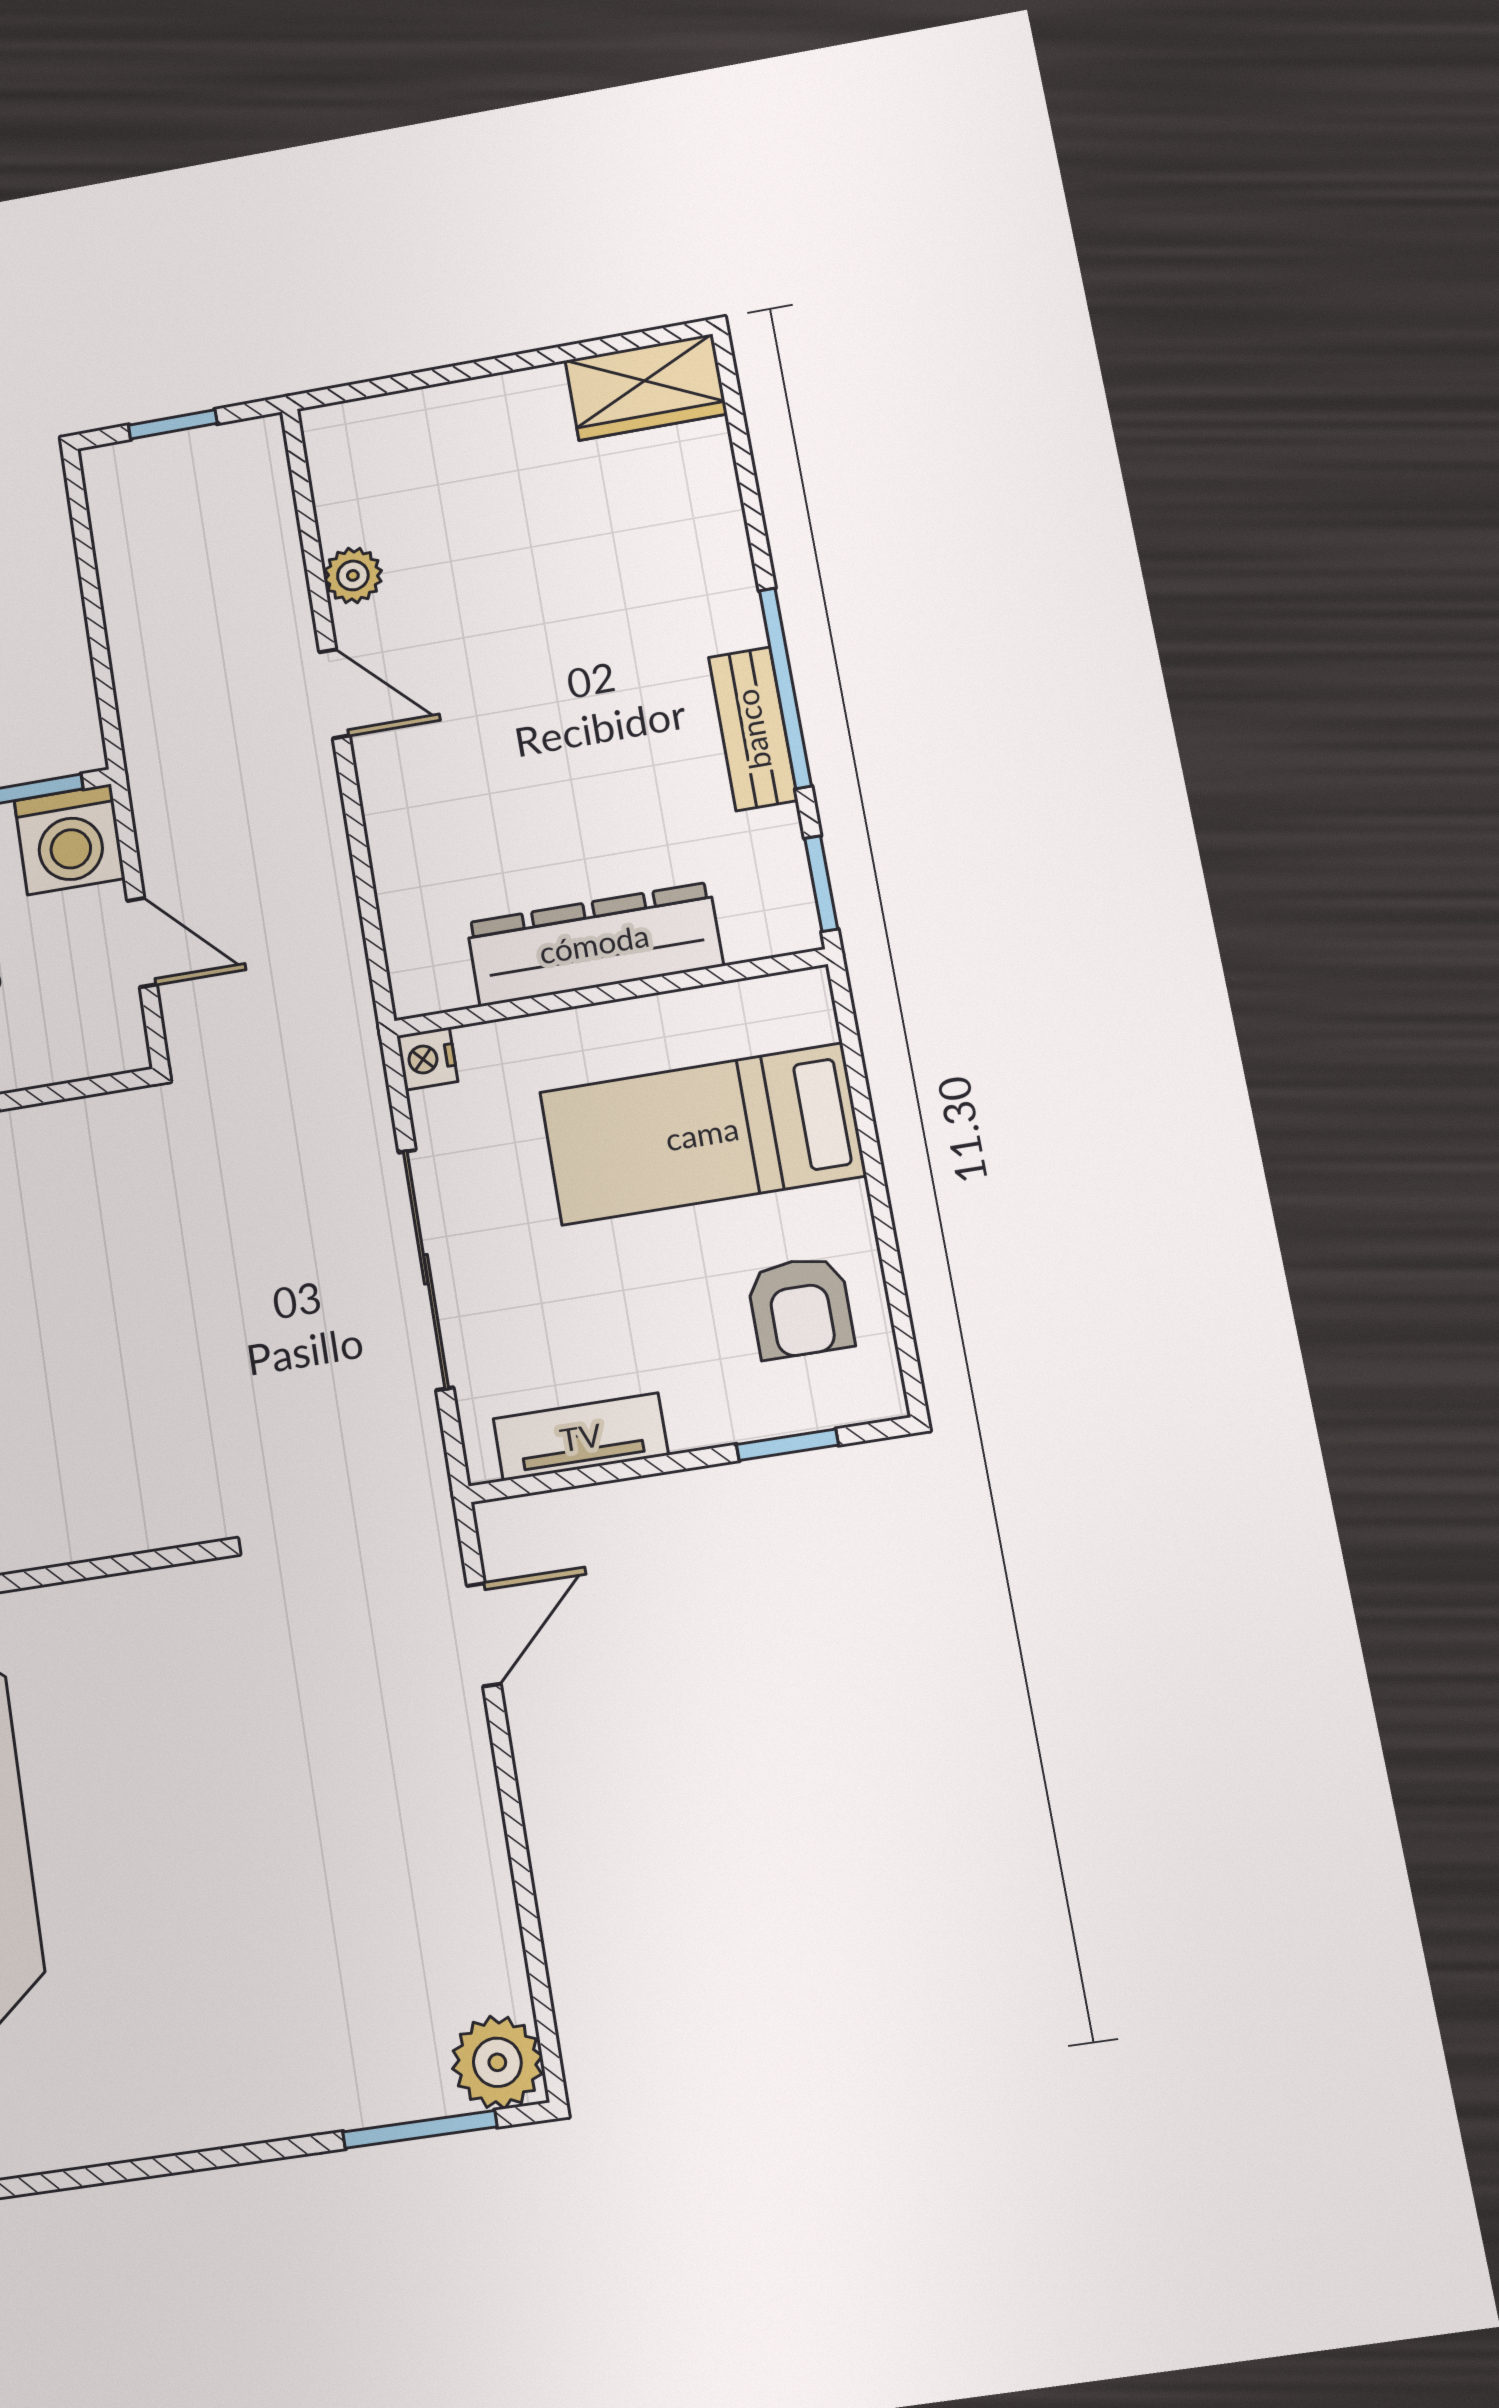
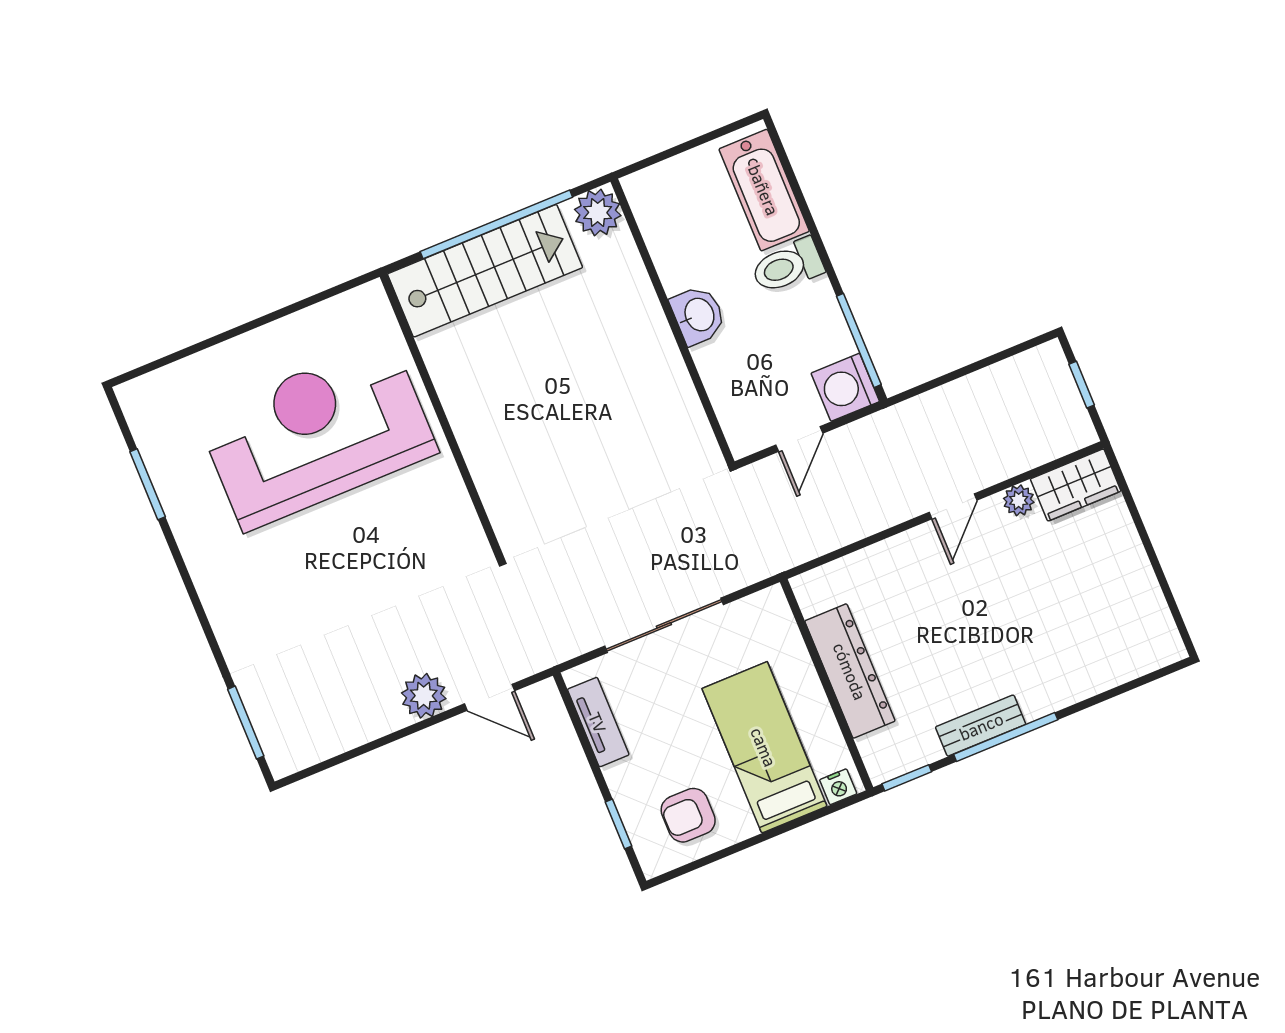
wardrobe: (646, 387) -> (1076, 485), moved, turned -90
nightstand: (427, 1059) -> (838, 787), moved, turned 180
plant: (497, 2062) -> (424, 696), moved

